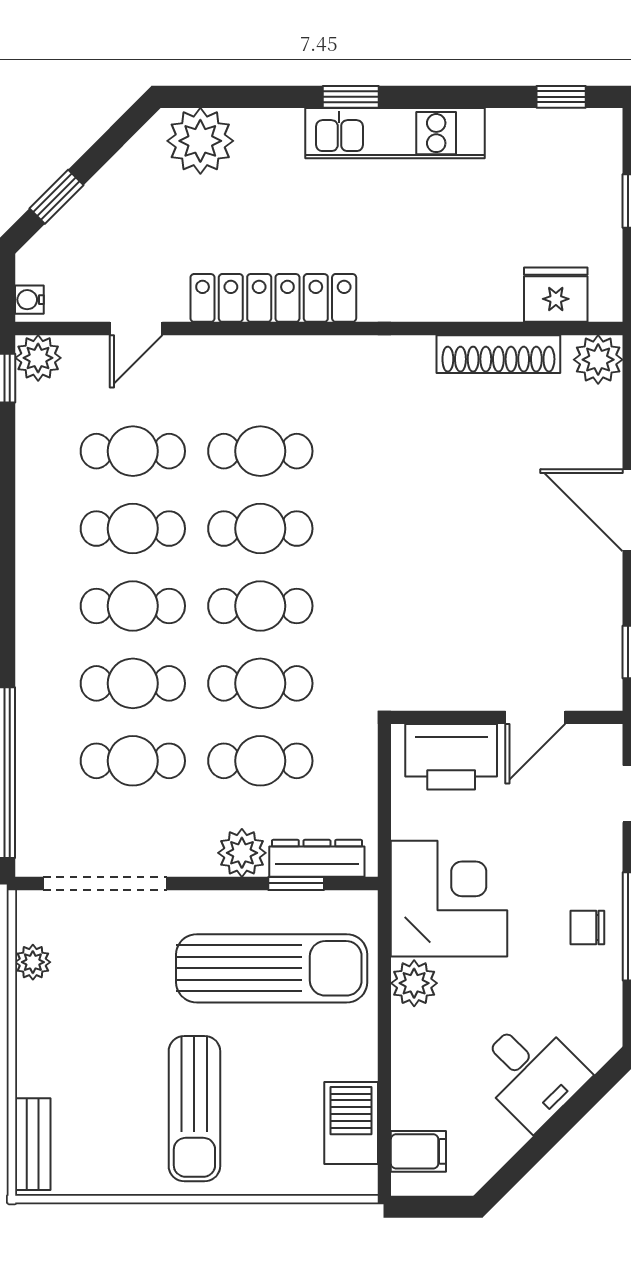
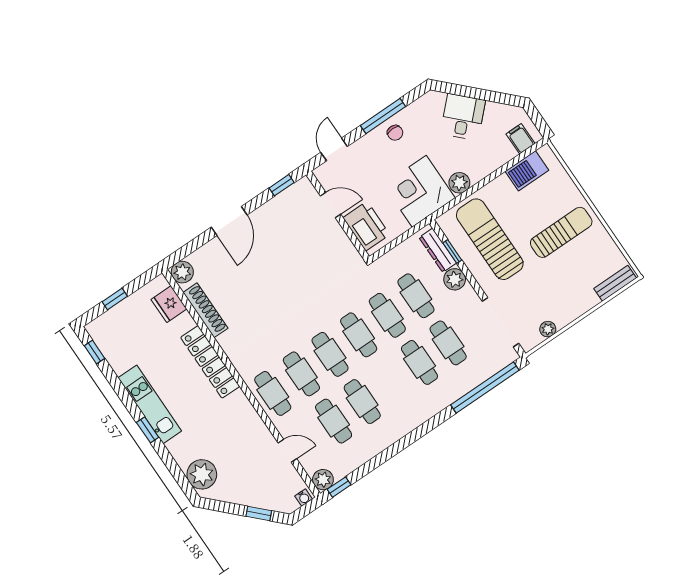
locker: (273, 298) -> (210, 362), moved
cafe table: (133, 606) -> (273, 393), moved

